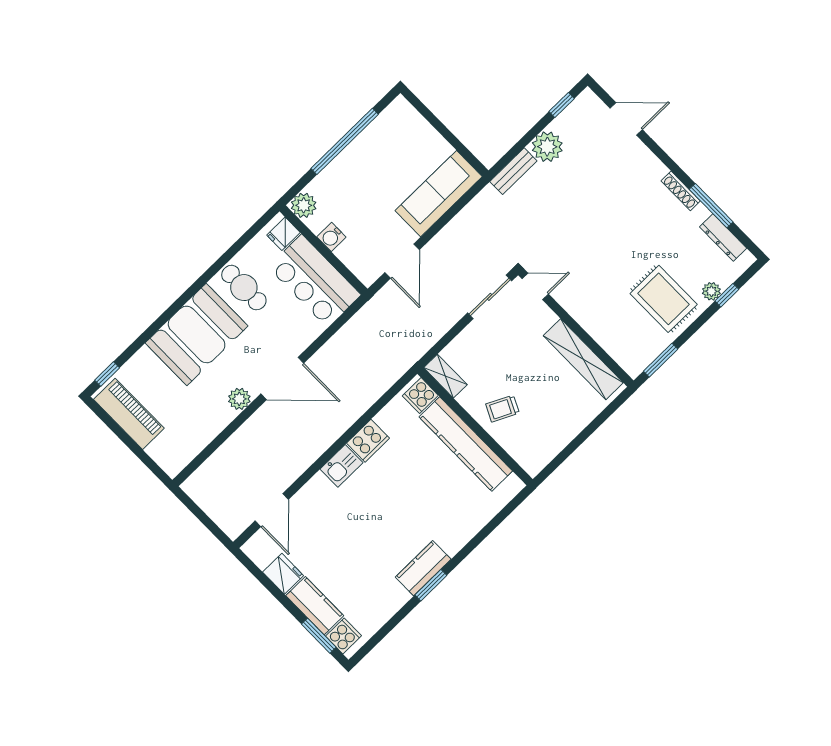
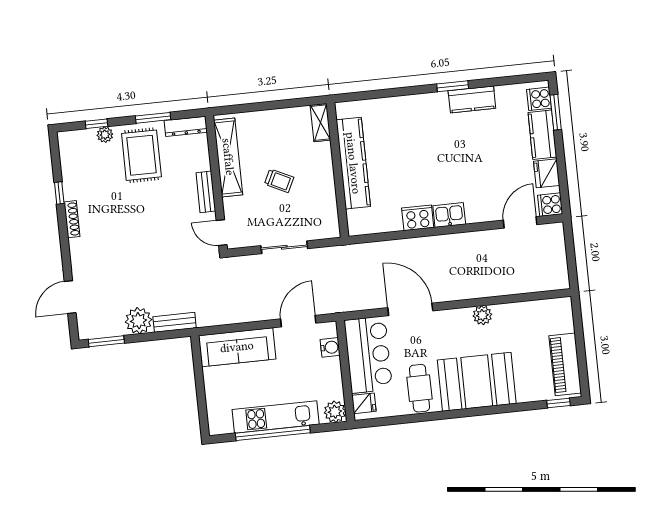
window: (562, 105) -> (106, 341), width x1.50
door: (626, 119) -> (70, 297), hinge flipped
kitchen unit: (354, 158) -> (276, 417), added
window: (711, 206) -> (59, 193), width x0.46
water cooler: (331, 237) -> (330, 347), moved
dresser: (723, 238) -> (186, 126), moved, turned 90
sliding door: (490, 297) -> (284, 247), moved
bench: (579, 312) -> (206, 192), added
window: (661, 360) -> (153, 118), moved
shelving: (445, 376) -> (320, 123), moved
door: (282, 379) -> (410, 309), moved
cooker: (420, 396) -> (550, 205), moved, turned 180
trolley: (503, 409) -> (279, 181), moved
kitchen counter: (423, 568) -> (472, 99), moved

